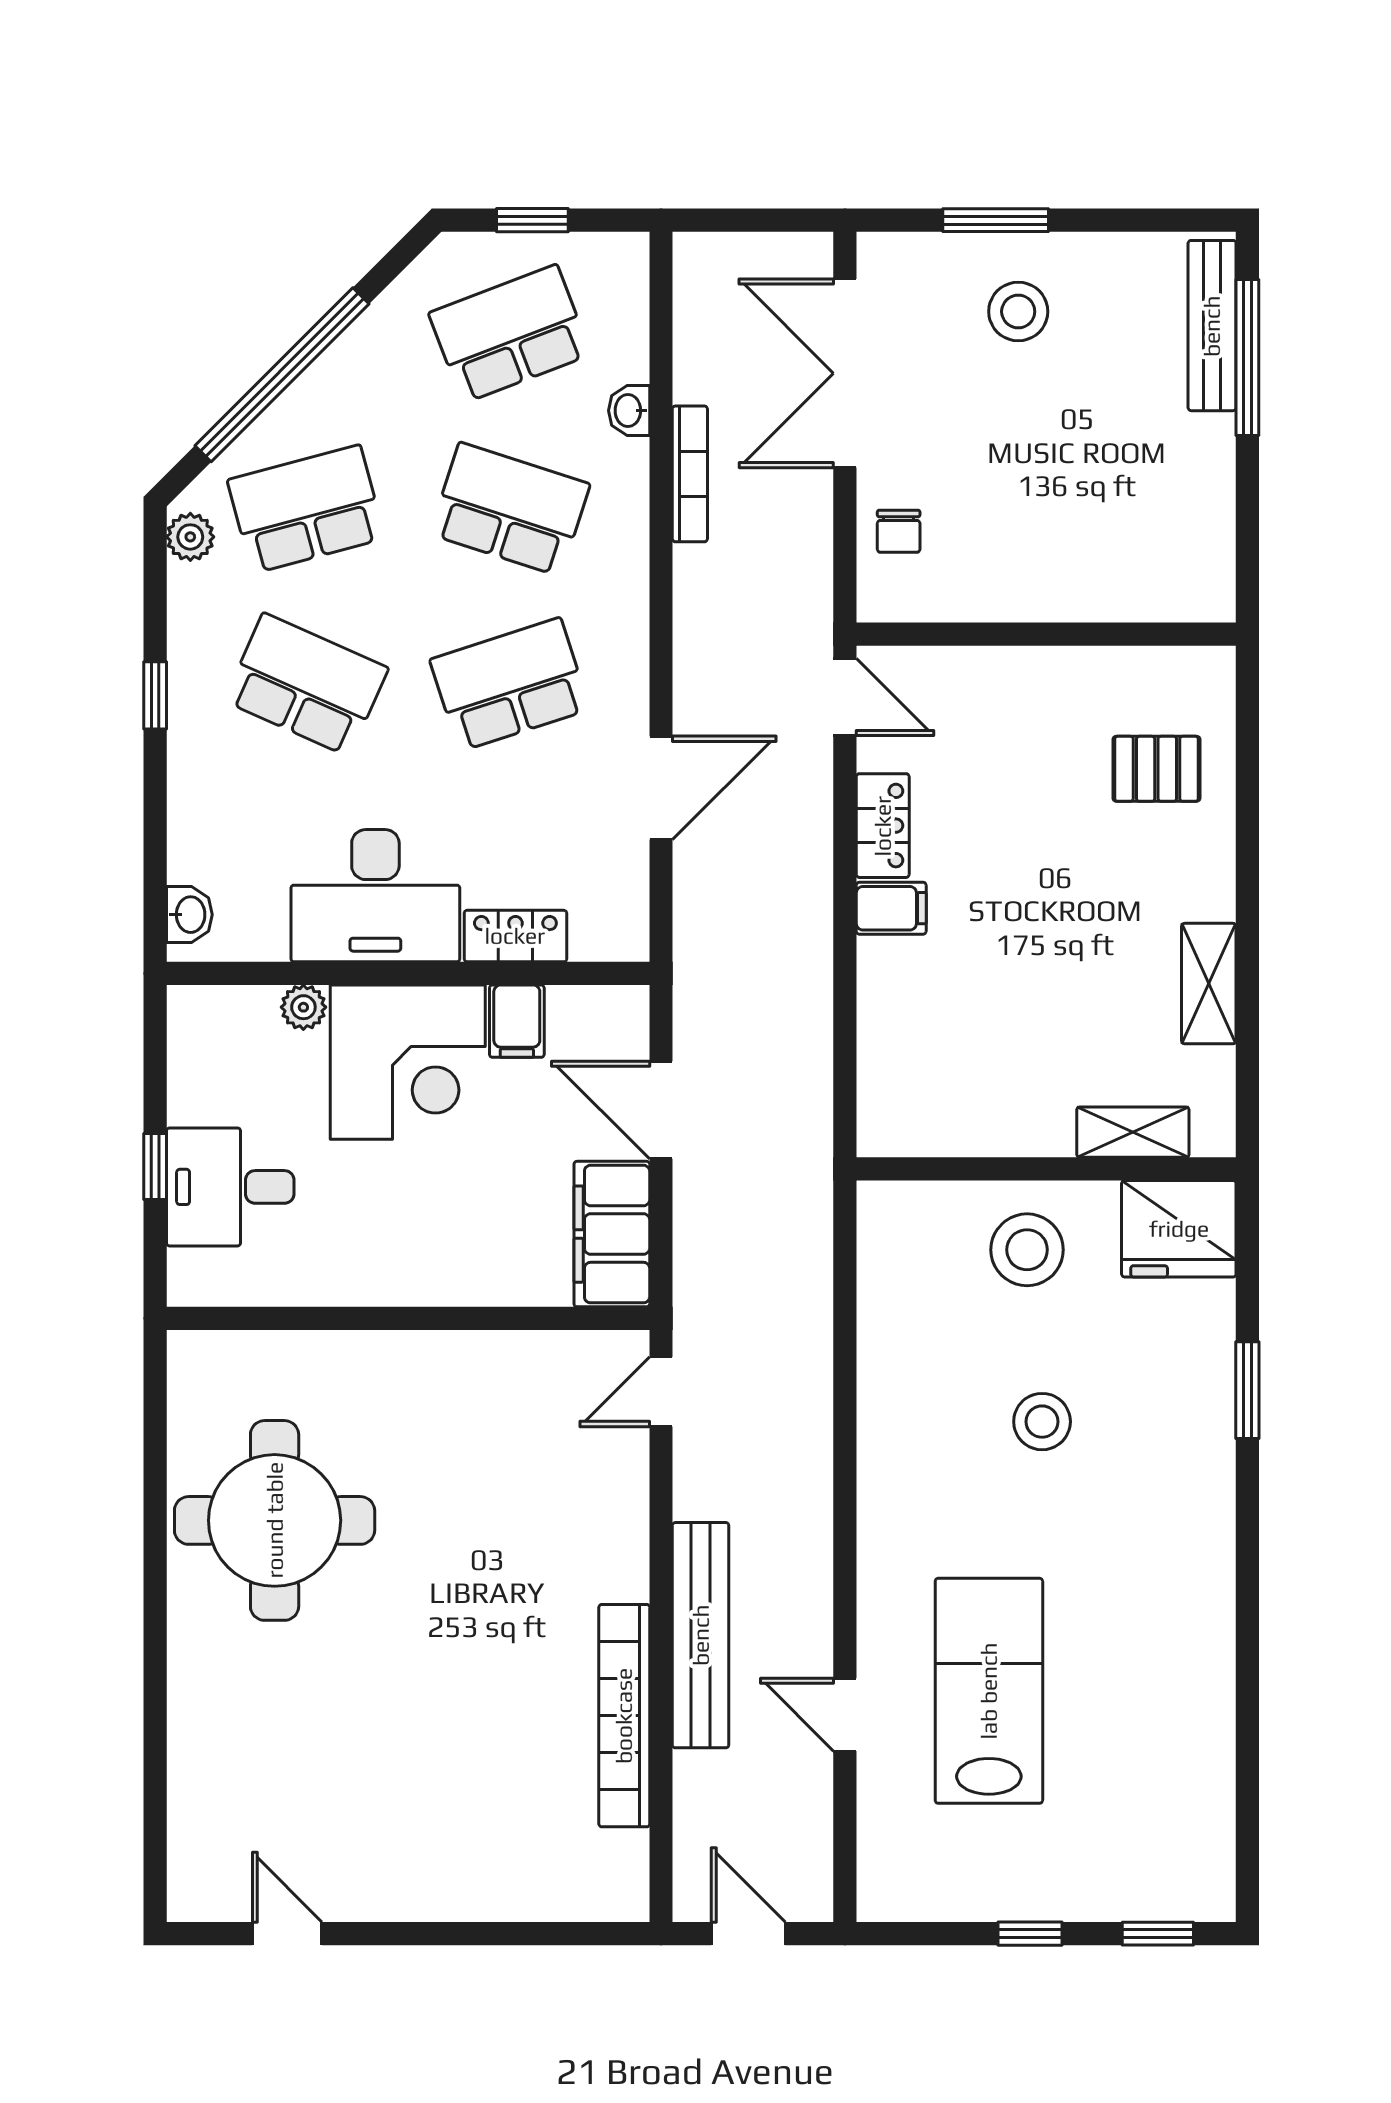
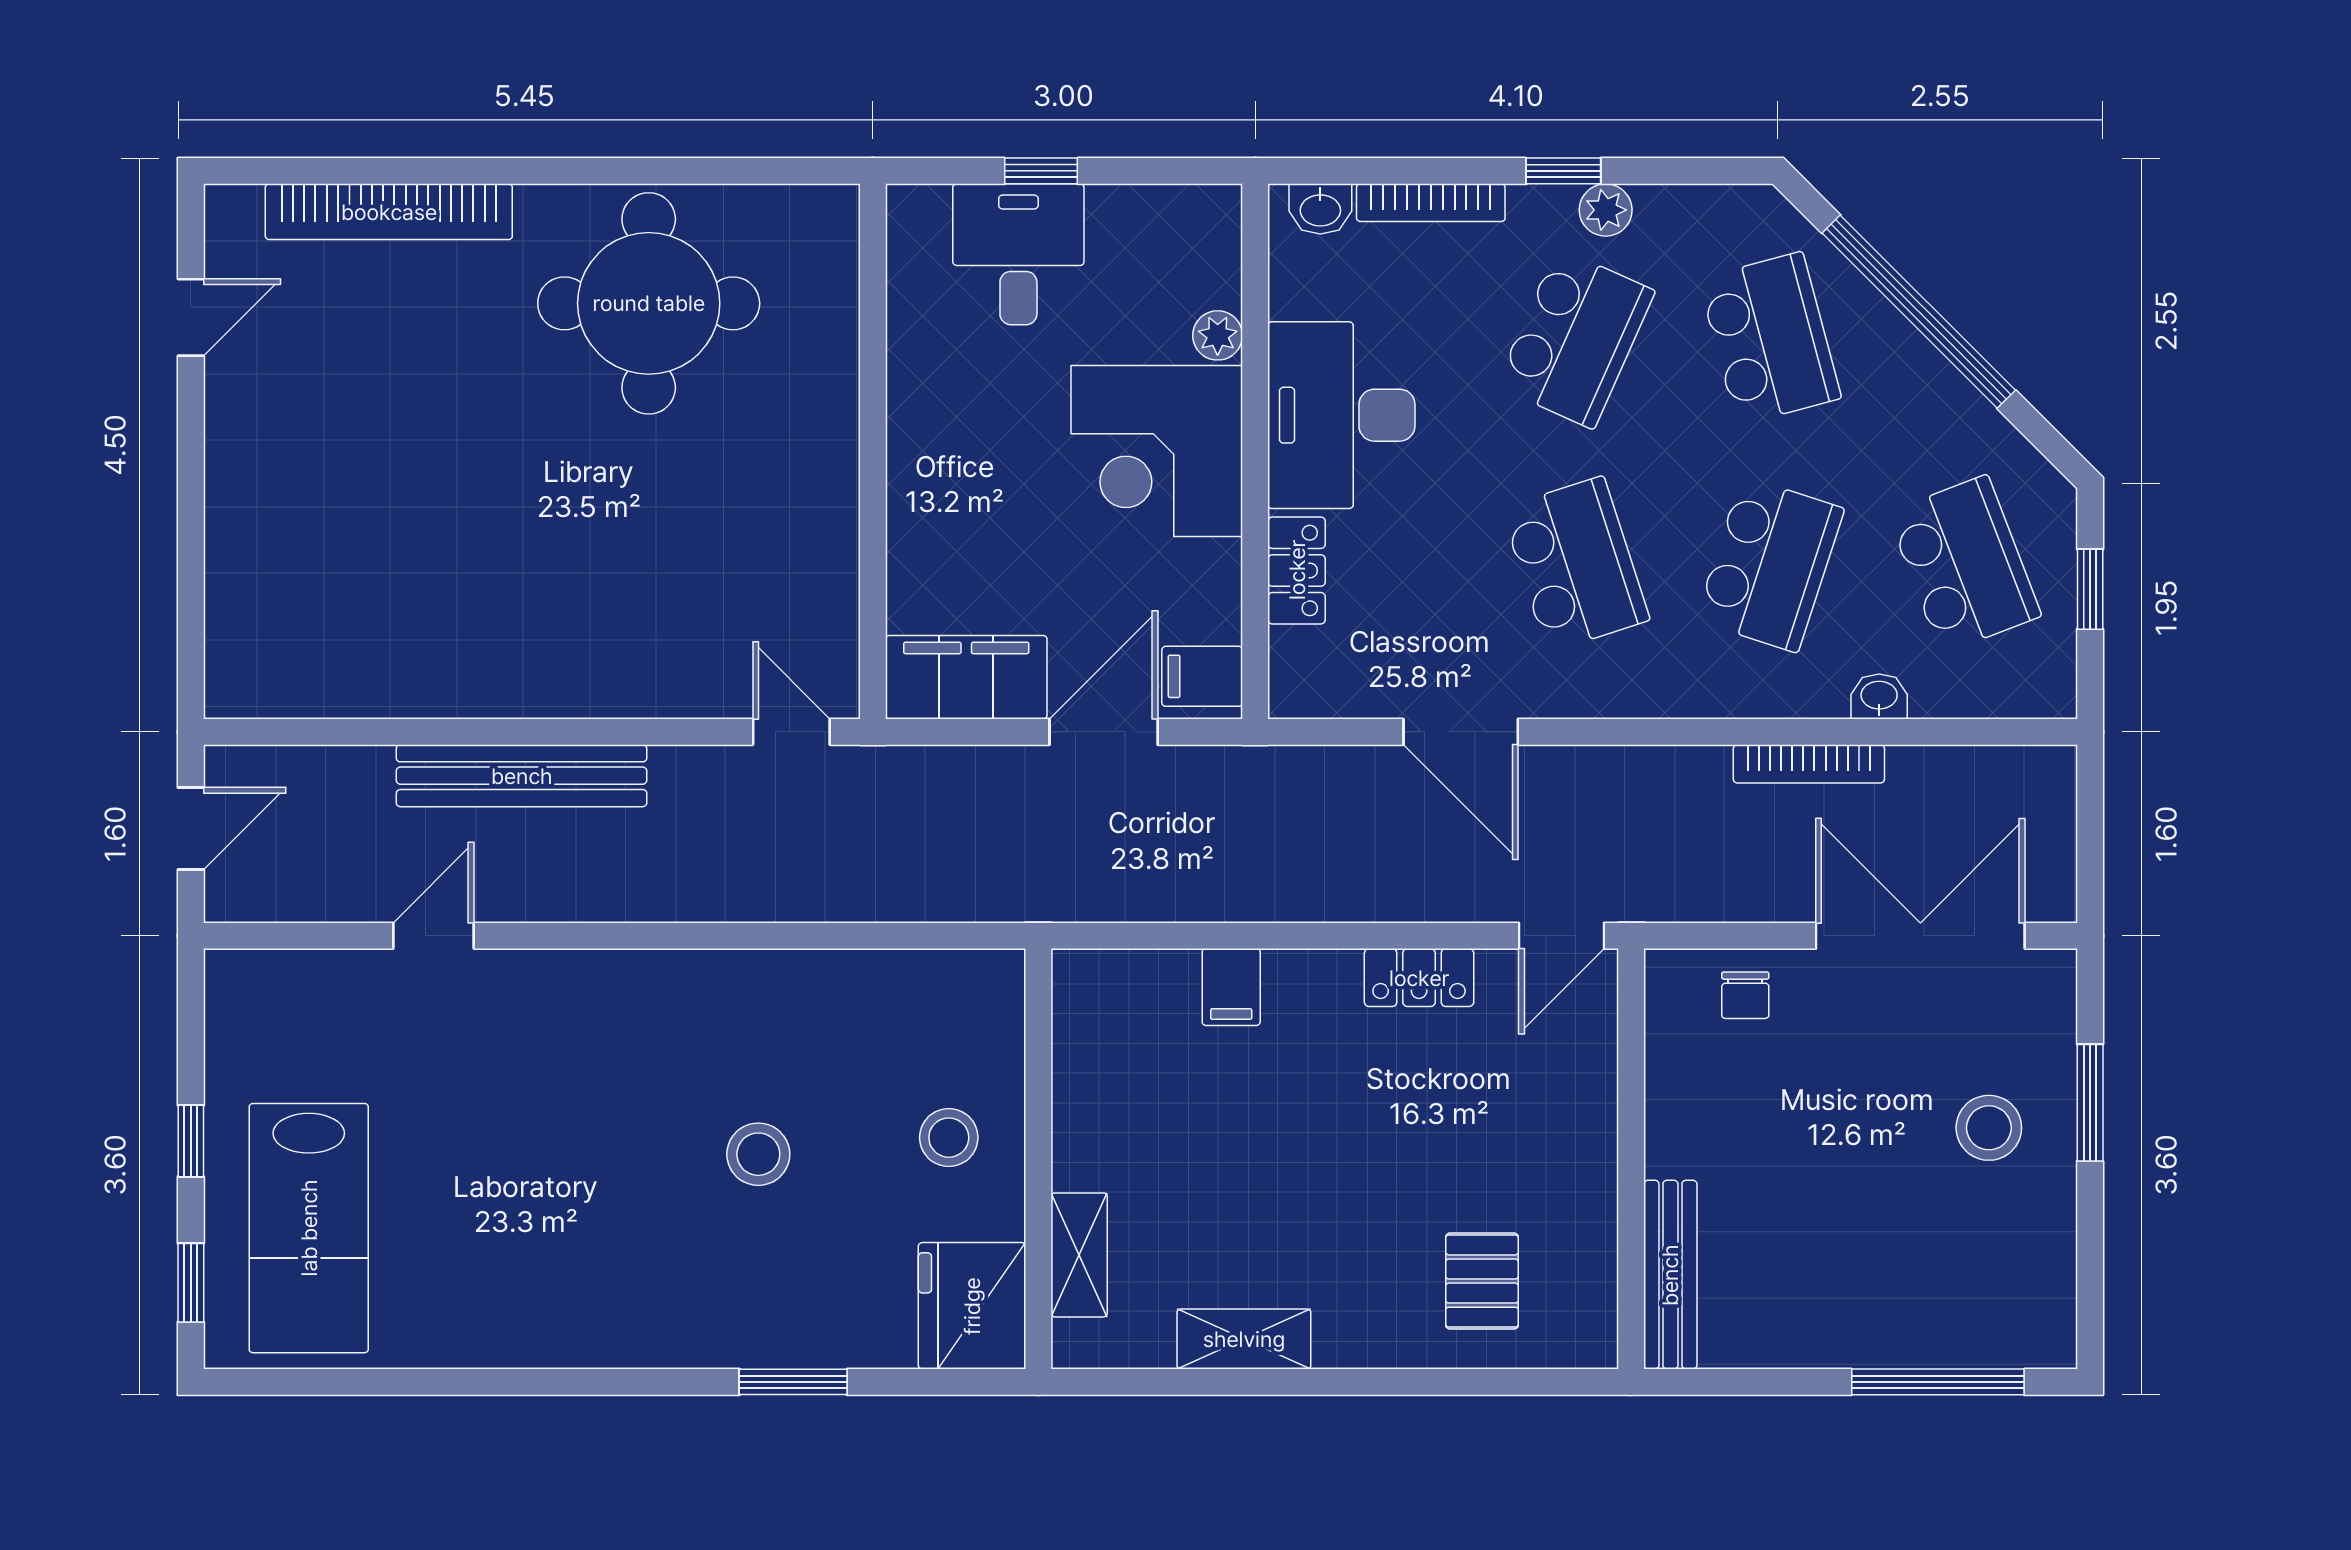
bench: (1212, 326) -> (1670, 1275), moved, turned 90
chair: (899, 531) -> (1745, 995), turned -90
plant: (190, 537) -> (1606, 210), moved
bookcase: (184, 815) -> (1431, 203), added
filing cabinet: (891, 908) -> (1231, 987), moved
filing cabinet: (517, 1021) -> (1202, 676), moved
stool: (1027, 1250) -> (949, 1138), width x0.73, depth x0.73
lab bench: (989, 1691) -> (309, 1228), moved, turned 90
bookcase: (624, 1716) -> (389, 212), moved, turned 180

